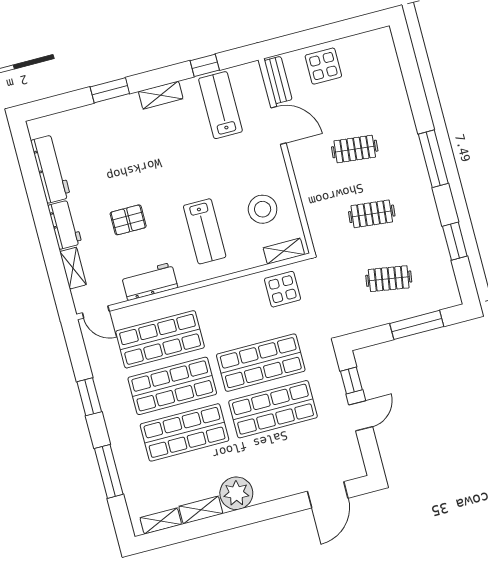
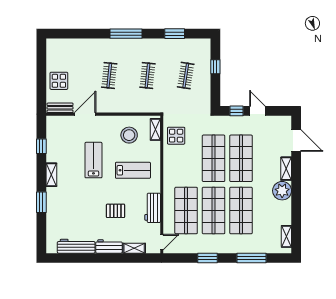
lab bench: (220, 105) -> (93, 160), moved, turned 90
pallet: (128, 220) -> (116, 211), turned 90
window: (417, 325) -> (215, 67), width x0.46
shelving: (201, 510) -> (286, 169), moved

